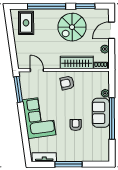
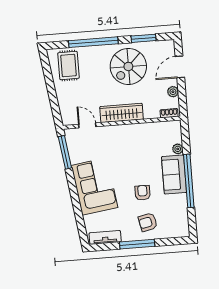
wardrobe: (77, 62) -> (122, 113), moved
armchair: (67, 83) -> (148, 222), moved

